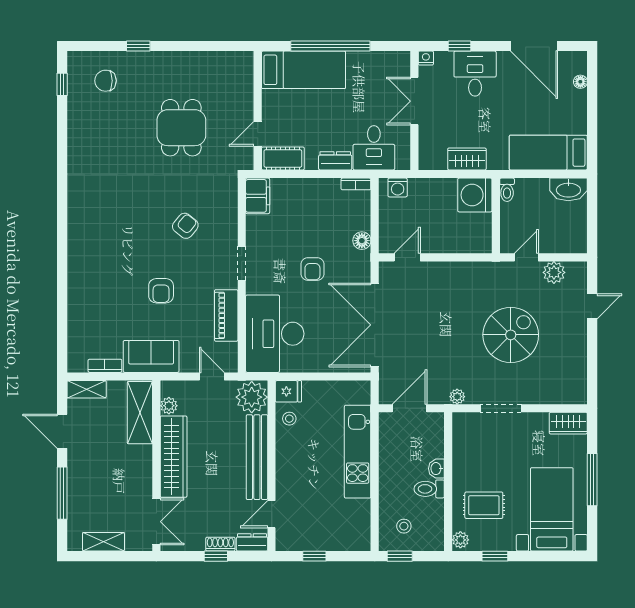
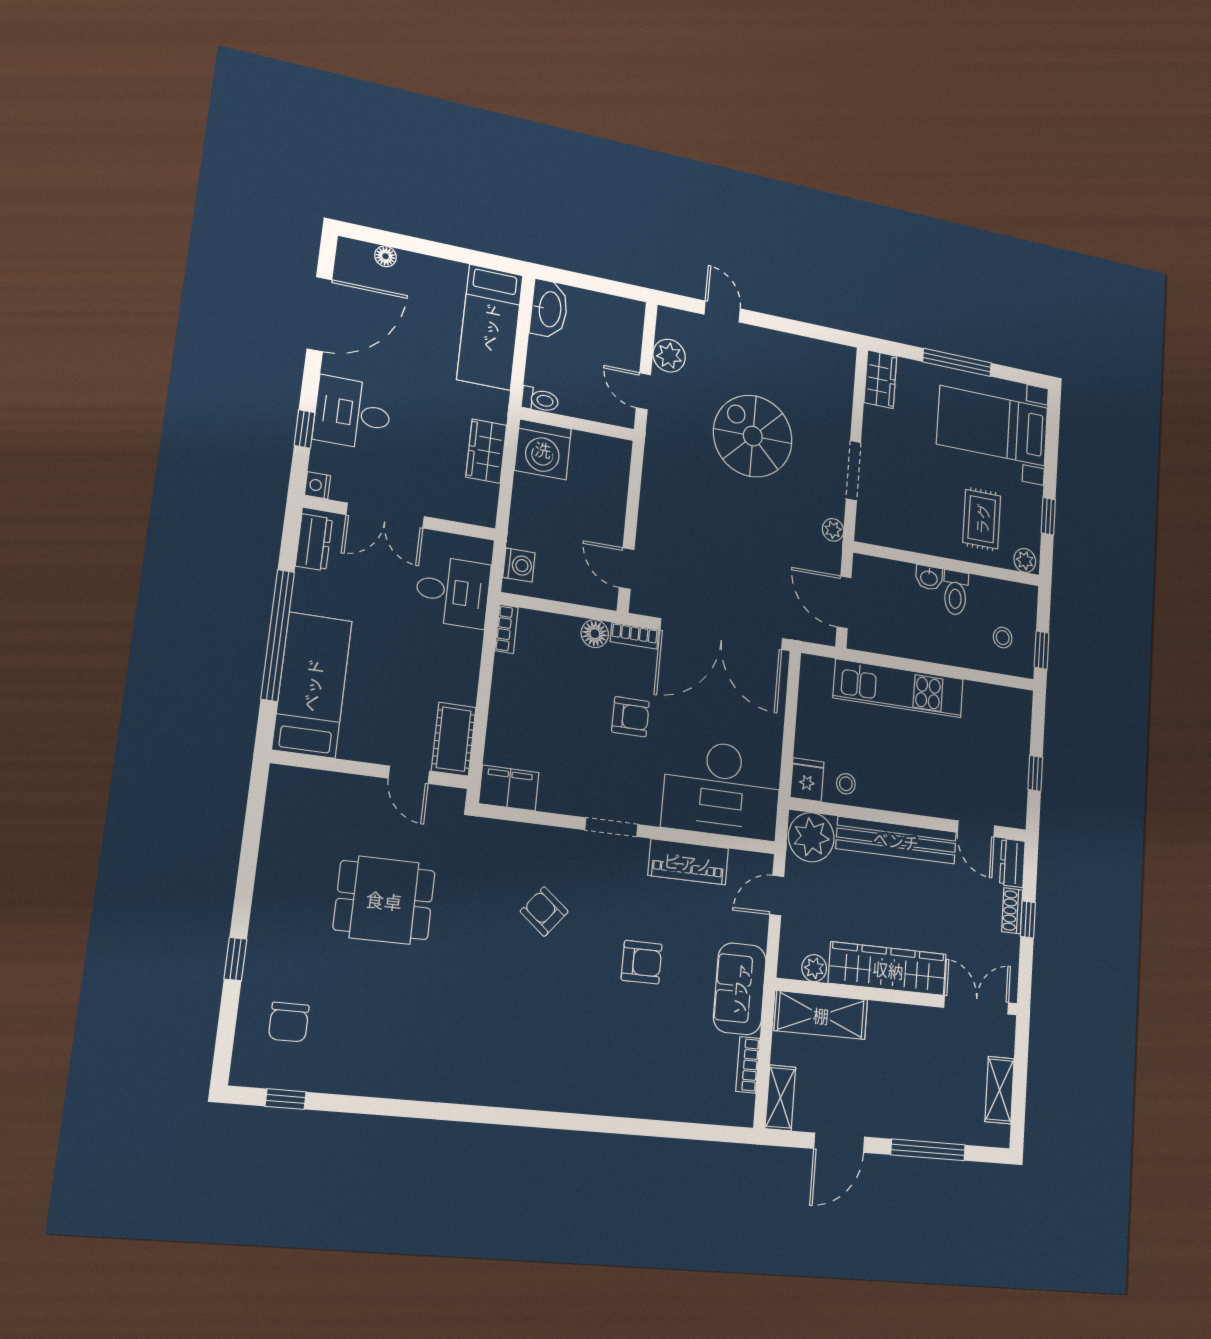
dresser: (335, 161) -> (314, 542), moved, turned 180
bookcase: (365, 267) -> (635, 636), added

